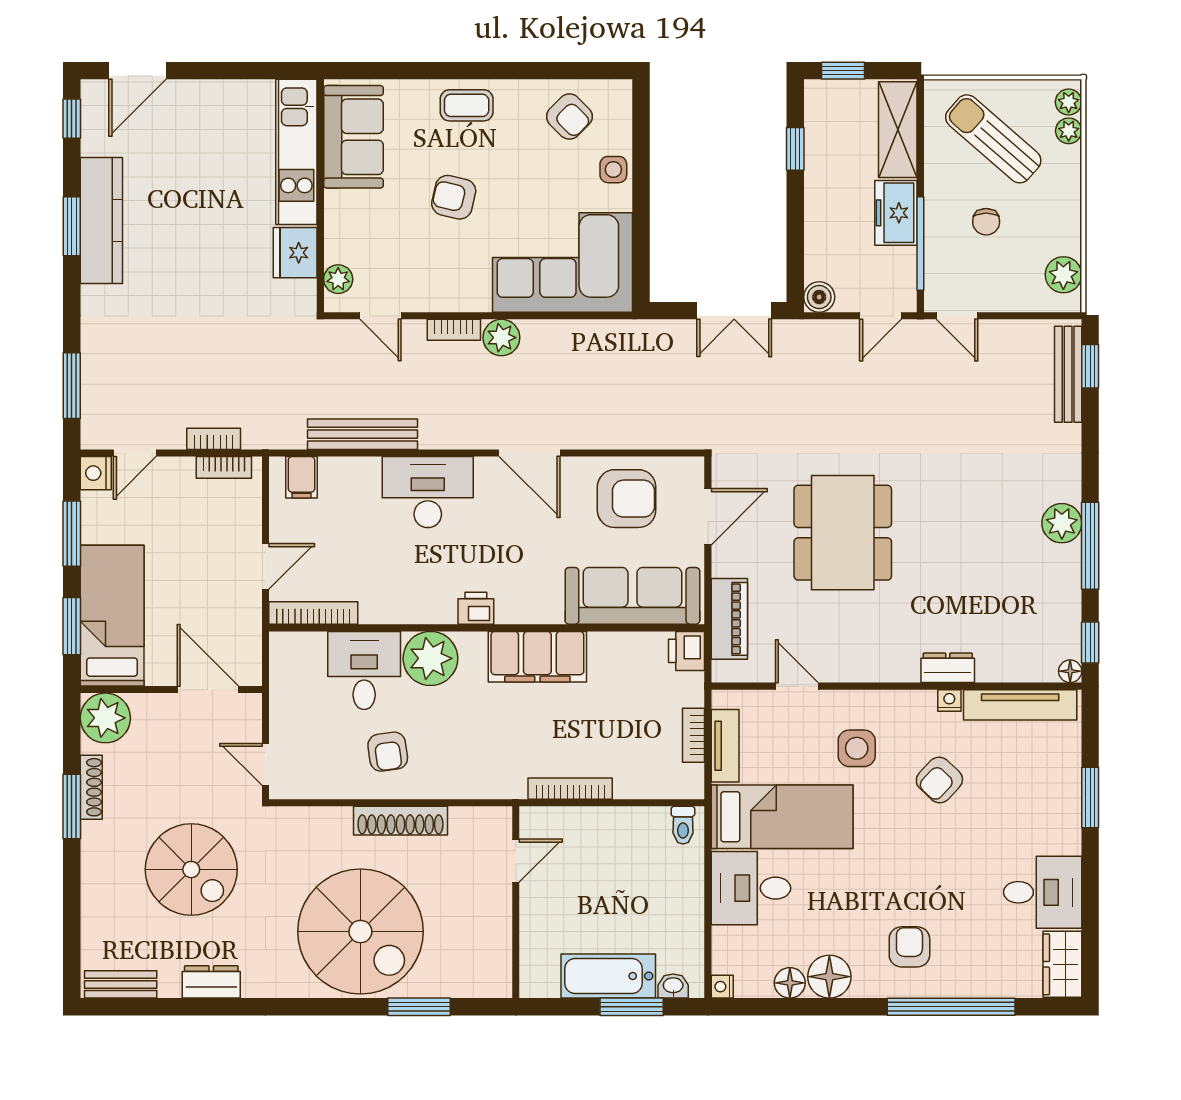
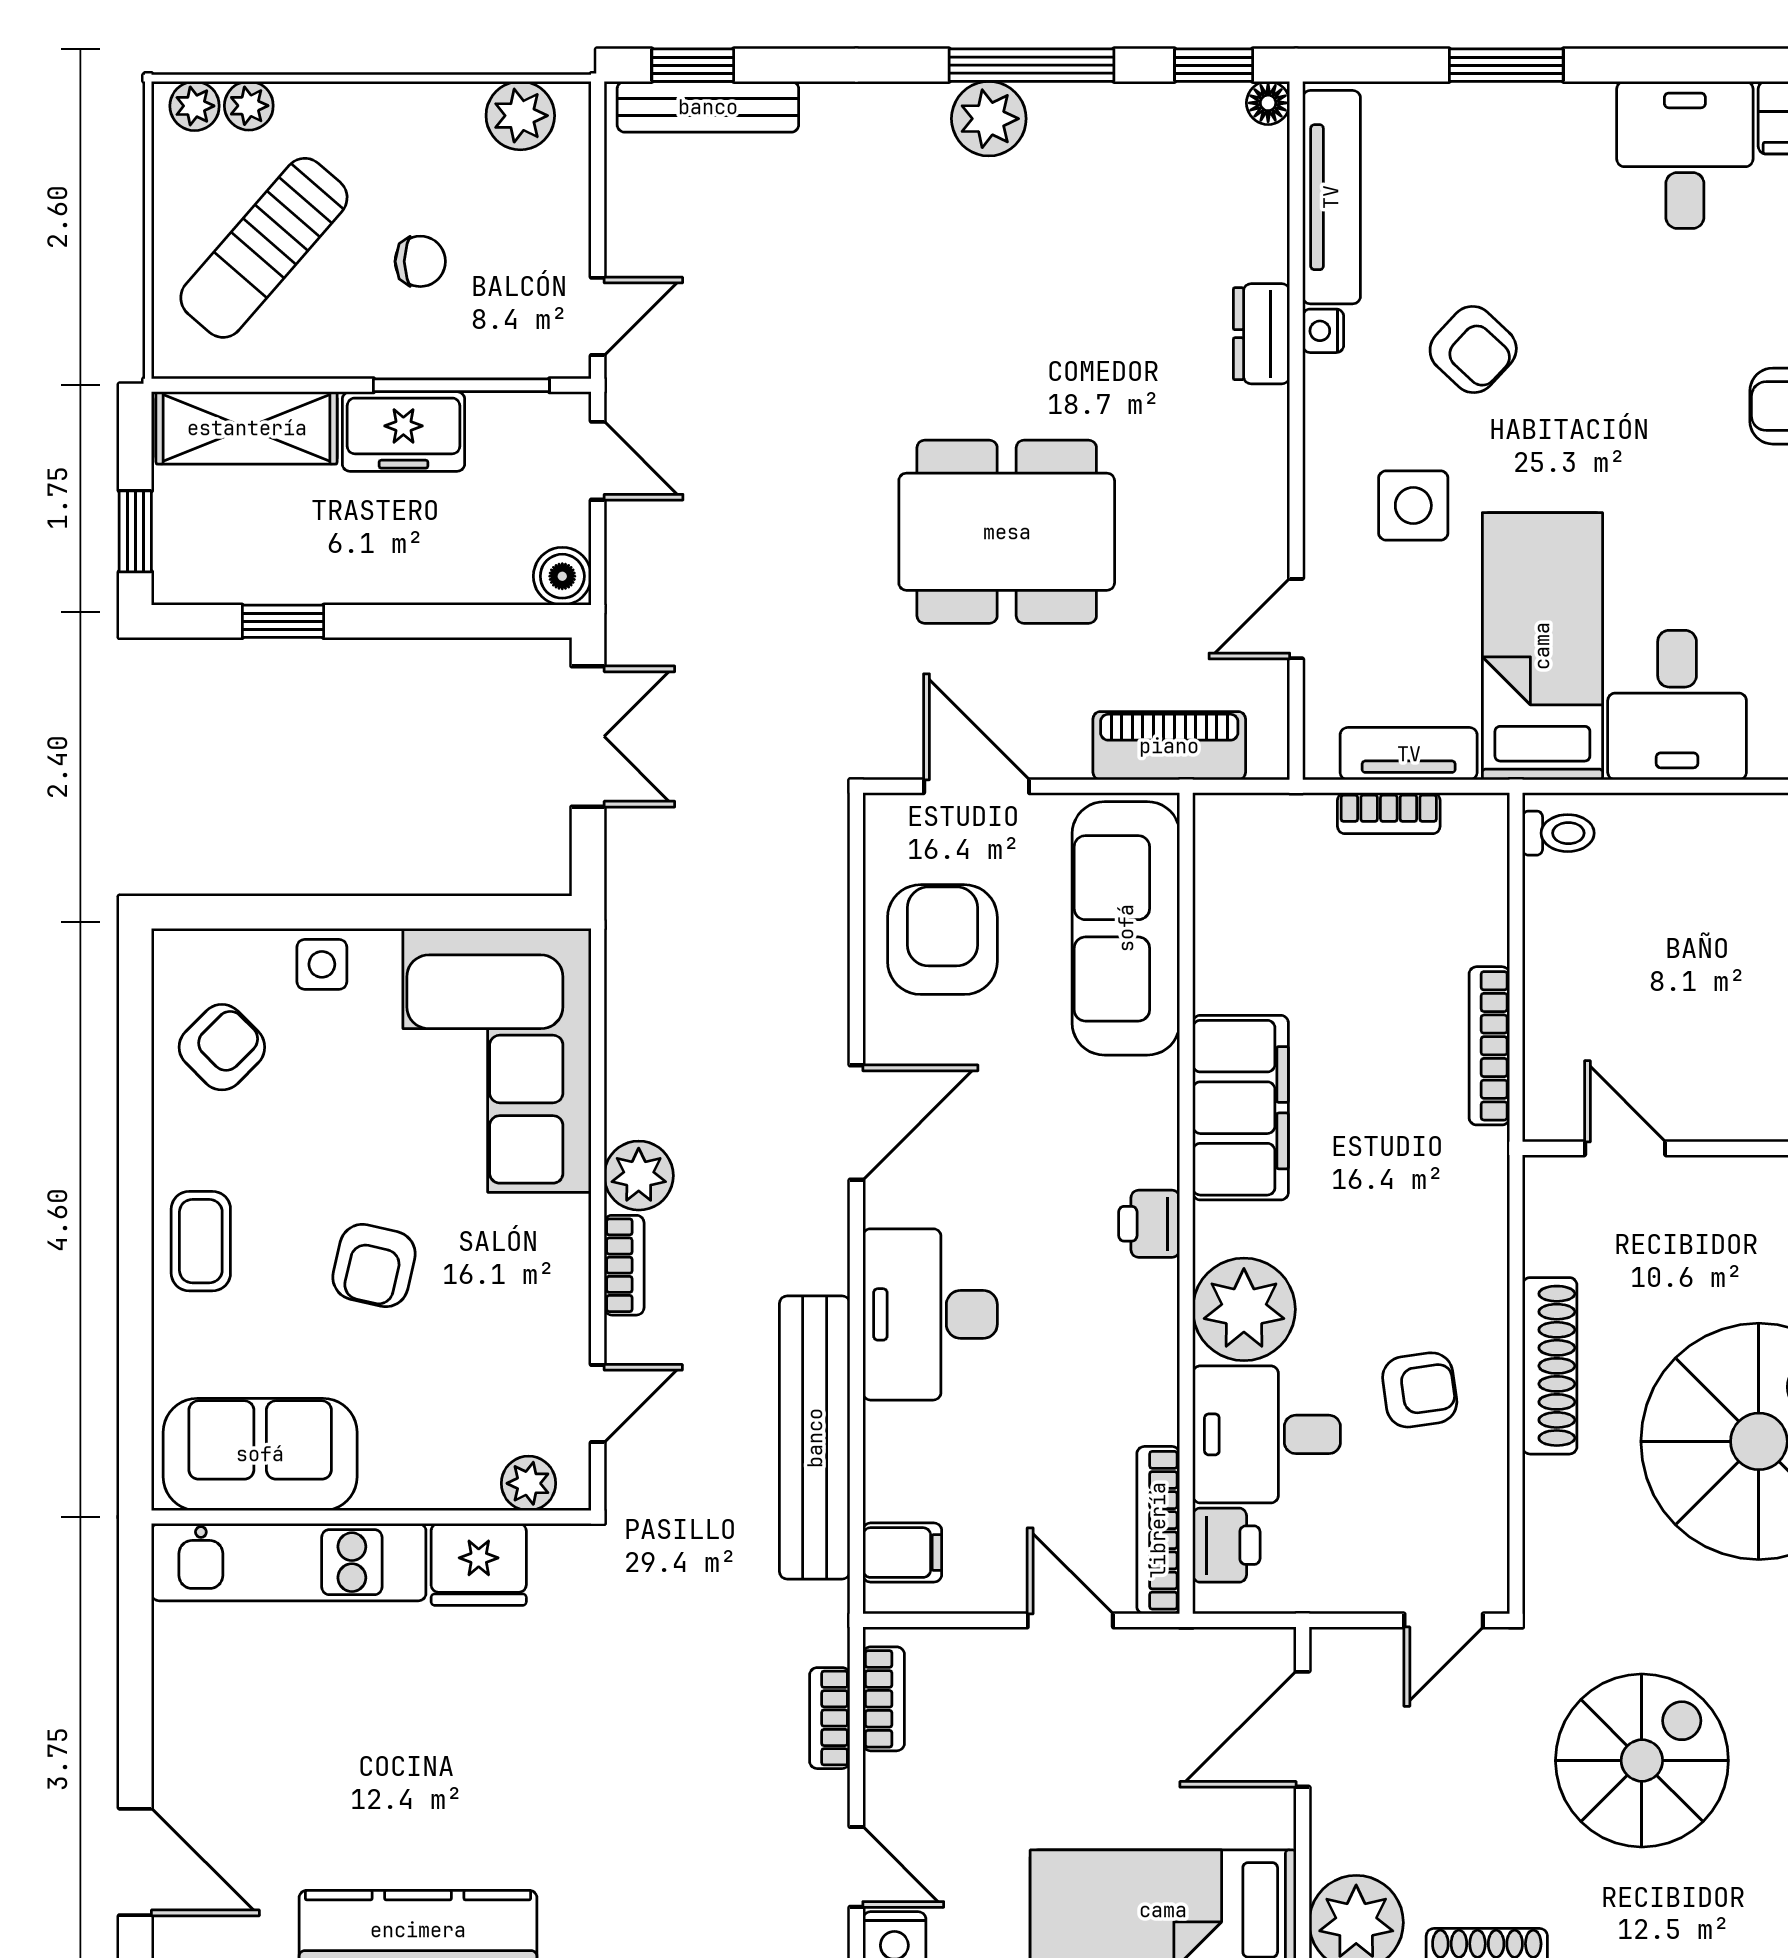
bench: (362, 434) -> (815, 1438), width x1.37, depth x1.21
printer: (687, 651) -> (1226, 1545), moved, turned -90

